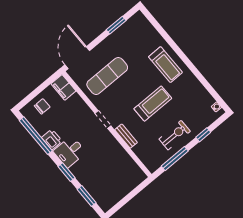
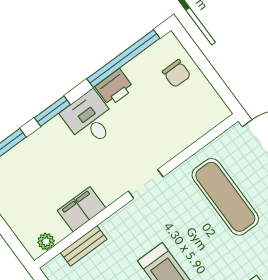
filing cabinet: (63, 87) -> (82, 209), moved
bench: (126, 136) -> (84, 246), moved
plant: (137, 171) -> (46, 242), added

